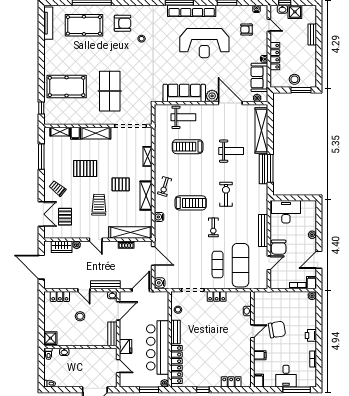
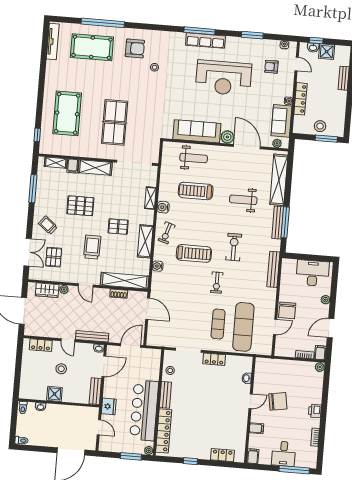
row of seats: (192, 11) -> (205, 41), width x0.73
pool table: (67, 86) -> (67, 113), turned 90
weight bench: (231, 151) -> (243, 200), turned 180
desk: (286, 212) -> (313, 273), moved
bench: (263, 231) -> (273, 269), moved
water cooler: (160, 283) -> (163, 207), moved
shower: (50, 338) -> (54, 394), moved

